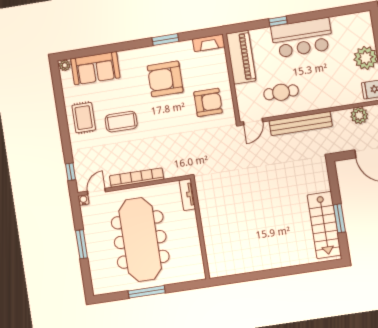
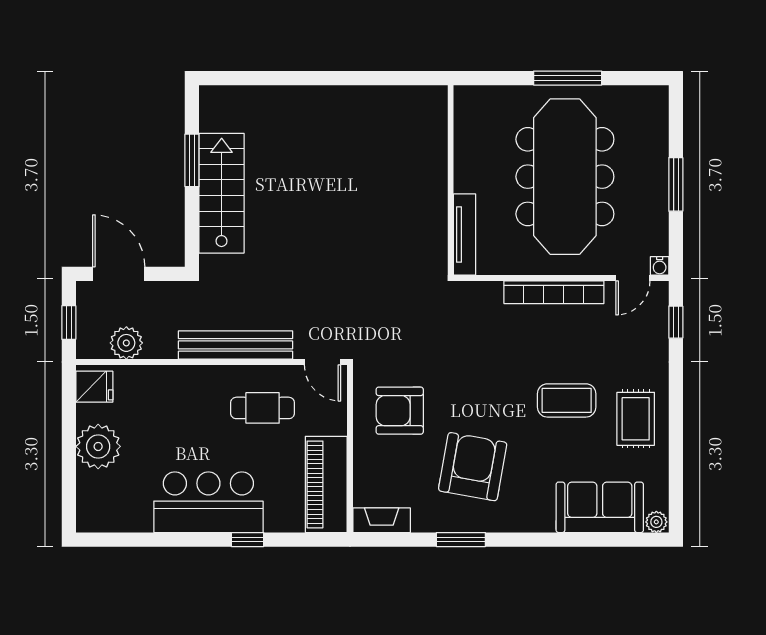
armchair: (165, 79) -> (473, 467), turned -80
door: (253, 122) -> (323, 362), swing flipped
tv unit: (187, 195) -> (465, 235), width x1.41
stairs: (324, 225) -> (222, 193), moved

